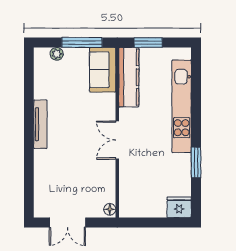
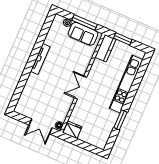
sofa: (103, 70) -> (83, 34), moved, turned -90
kitchen counter: (129, 77) -> (105, 48), width x0.67
fridge: (179, 207) -> (72, 130), moved
double door: (67, 223) -> (41, 126), moved

